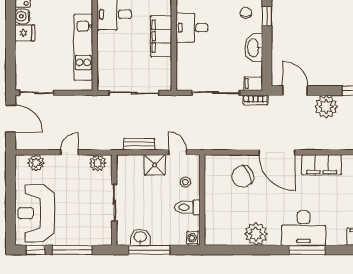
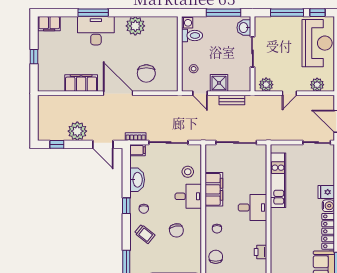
stool: (193, 57) -> (188, 172), added
chair: (243, 176) -> (146, 73), turned 117
toilet: (187, 207) -> (192, 36), moved
washbasin: (140, 237) -> (244, 28), moved, turned 90

